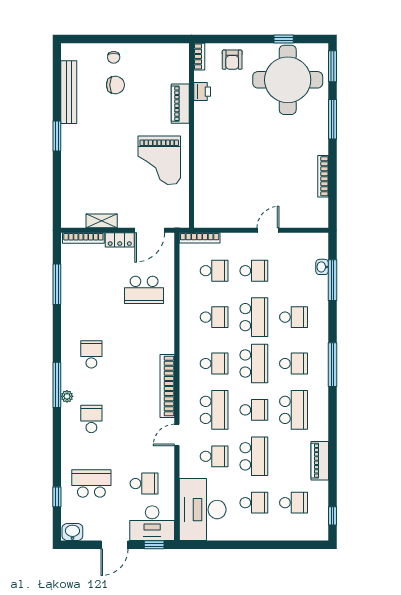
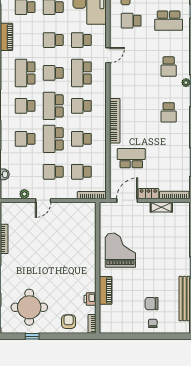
round table: (288, 80) -> (29, 307), width x0.73, depth x0.73
plant: (294, 239) -> (24, 194), added
bookcase: (167, 386) -> (115, 121), moved
school desk: (254, 456) -> (53, 40), width x0.54

